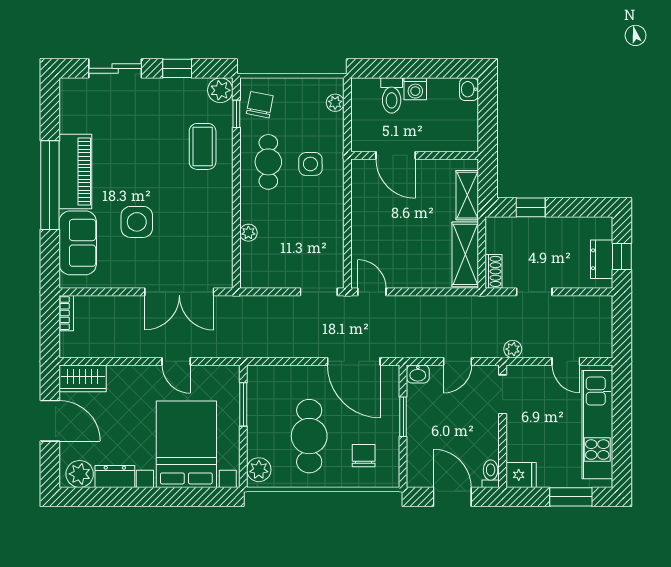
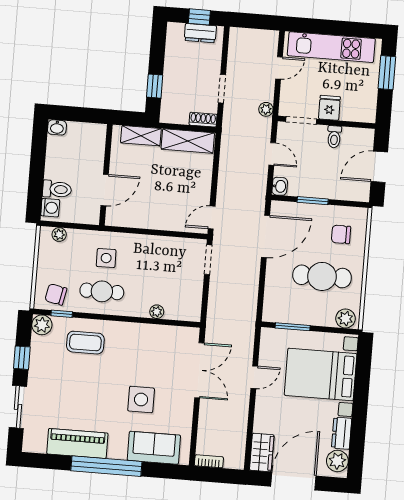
washing machine: (415, 89) -> (50, 208), moved
piano: (75, 172) -> (77, 443), moved
door: (50, 421) -> (293, 481), width x1.36
toilet: (491, 474) -> (334, 137), moved, turned -90
fridge: (521, 475) -> (329, 108), moved

